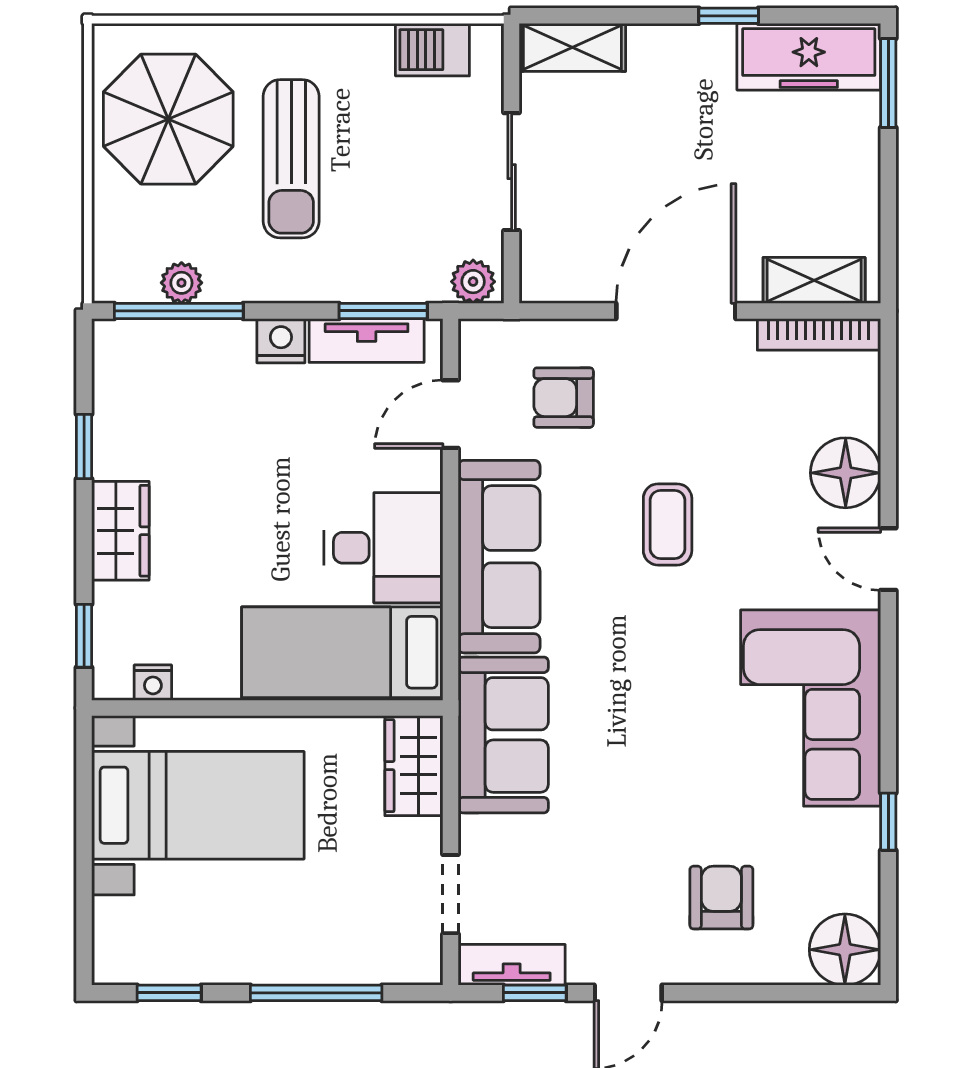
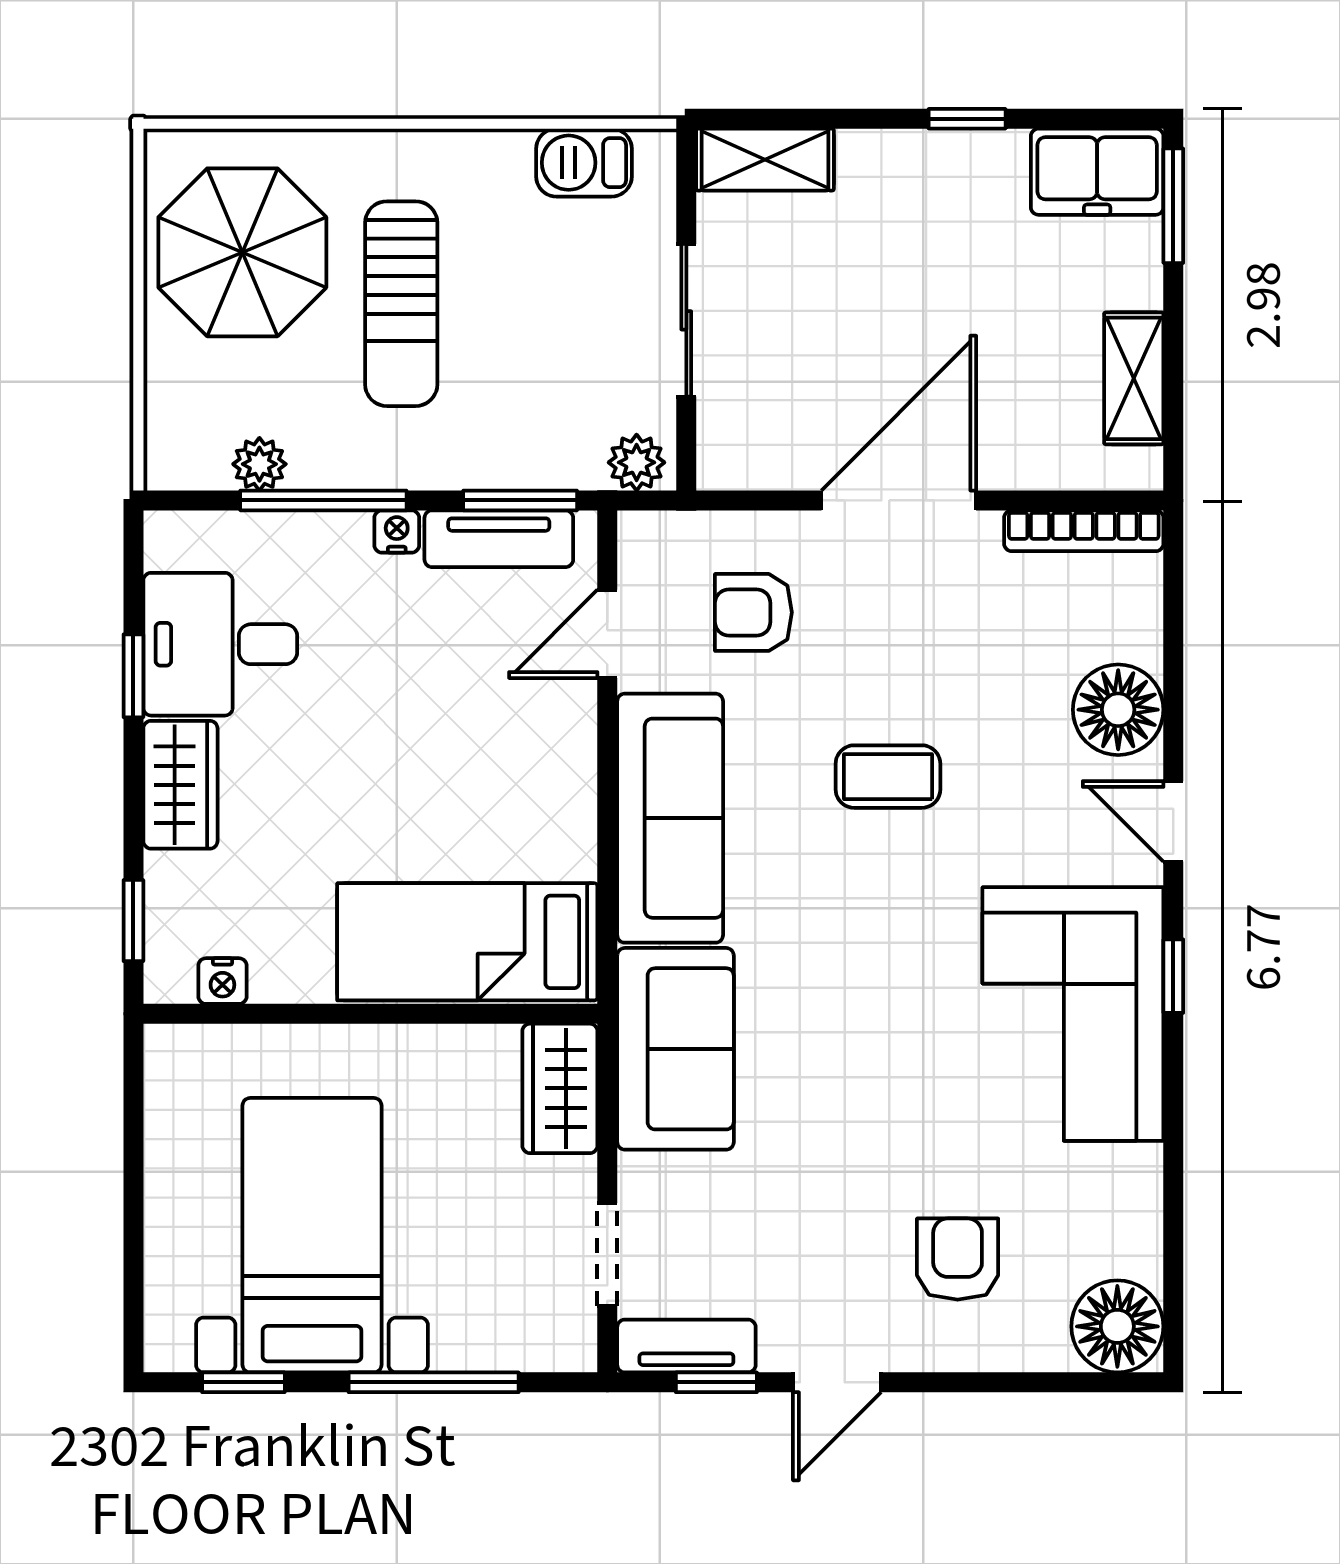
freezer: (809, 57) -> (1097, 172), width x0.71
shelving: (814, 280) -> (1134, 378), moved, turned 90
window: (179, 311) -> (323, 500), moved
nightstand: (281, 341) -> (397, 531), width x0.72, depth x0.74
coffee table: (668, 524) -> (888, 777), turned 90
desk: (383, 548) -> (220, 644), moved, turned 180
bed with nightstands: (198, 805) -> (312, 1235), moved, turned -90
window: (888, 822) -> (1173, 976), moved

